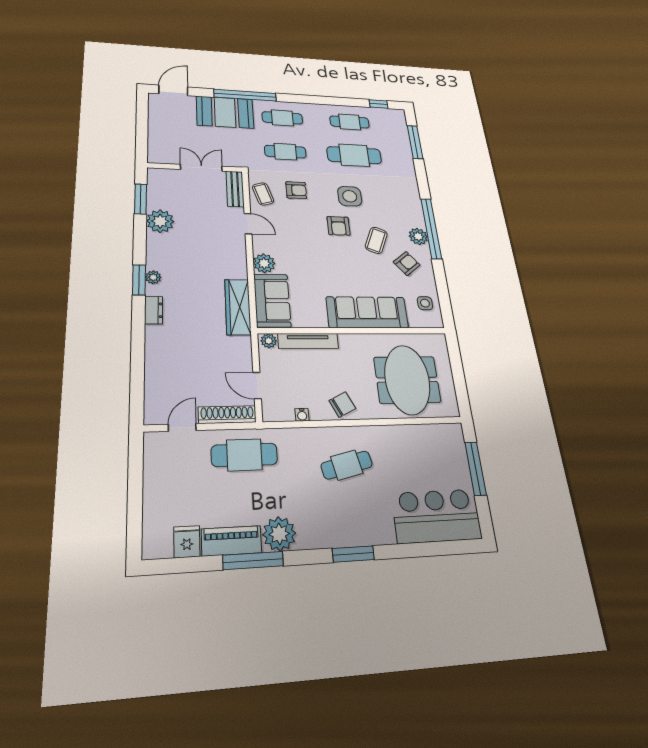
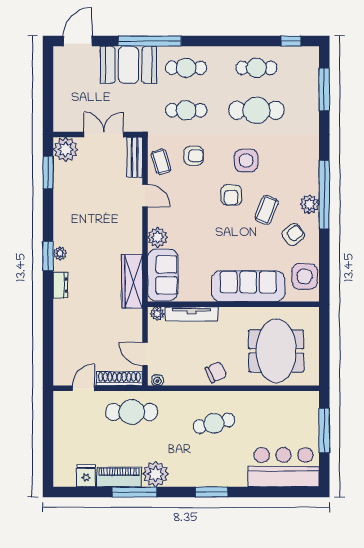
plant: (160, 221) -> (66, 149), moved
side table: (425, 303) -> (305, 276), width x1.87, depth x1.87
water cooler: (302, 415) -> (157, 380), moved

